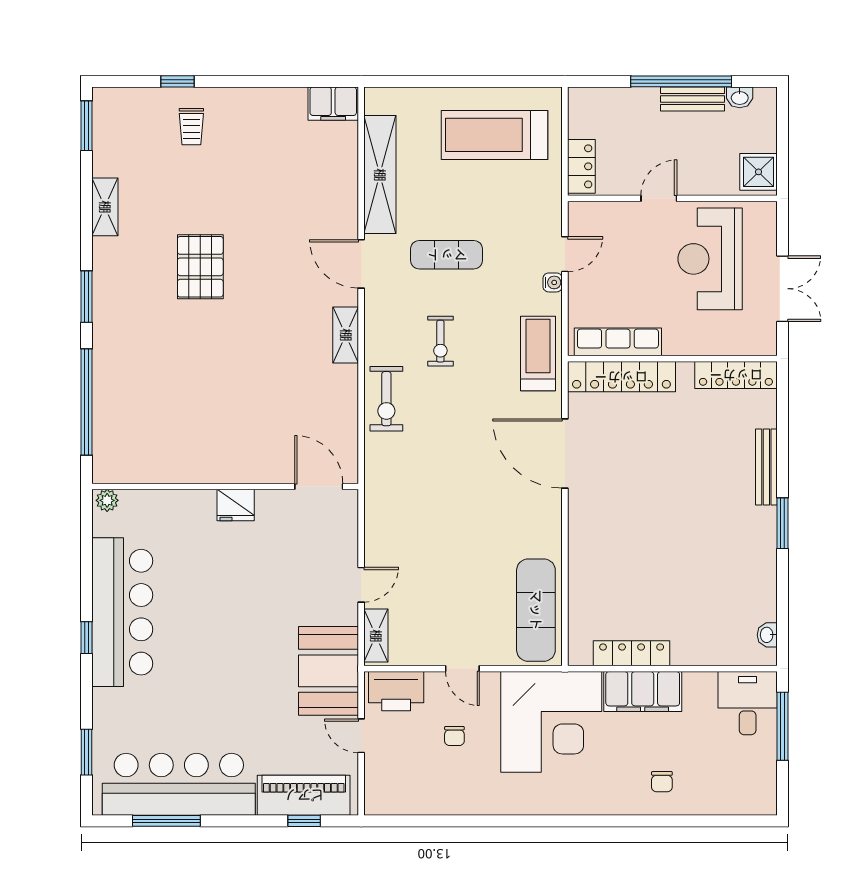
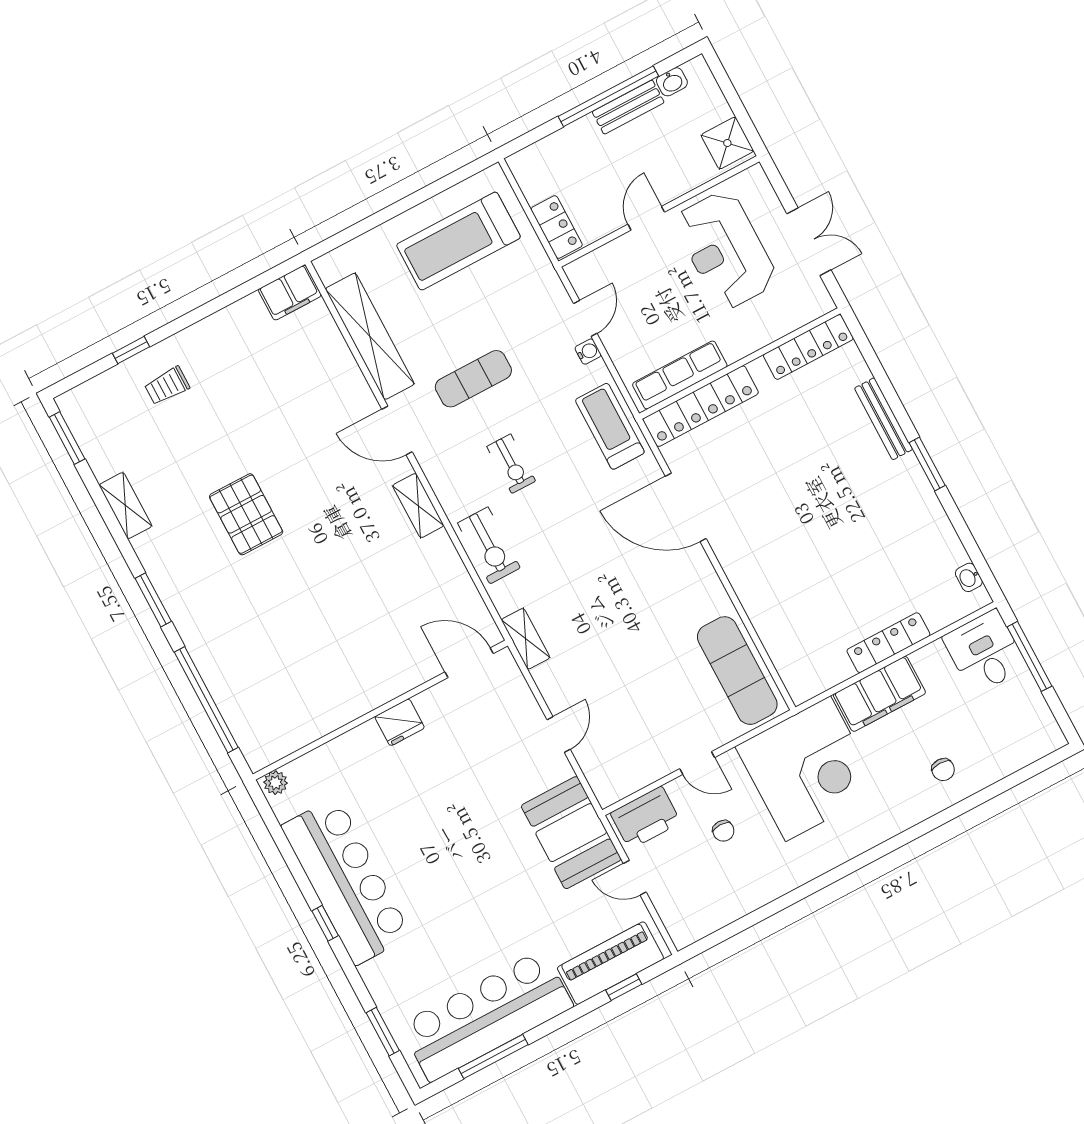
trolley: (191, 127) -> (167, 386), turned 90
shelving: (376, 636) -> (526, 639), moved
locker: (632, 653) -> (888, 643), moved

